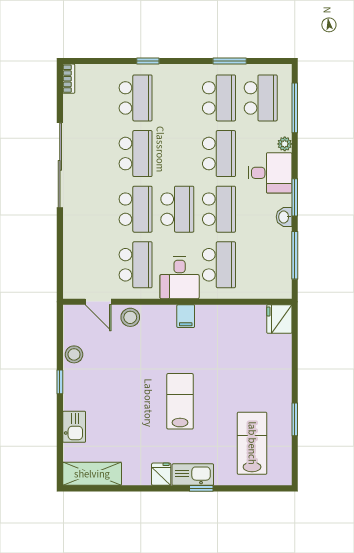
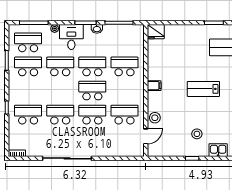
desk: (180, 278) -> (132, 89), removed
stool: (74, 354) -> (197, 134), moved

